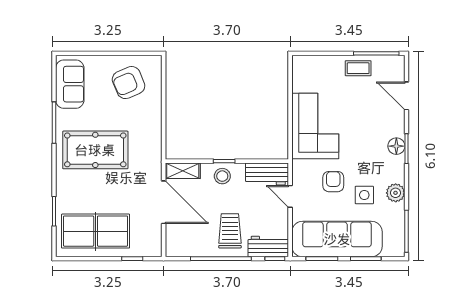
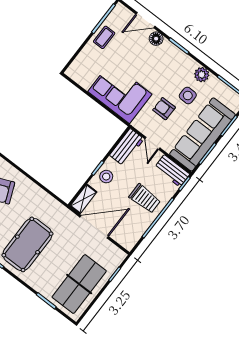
floor lamp: (396, 146) -> (156, 39), moved
door: (290, 196) -> (152, 143), hinge flipped
trolley: (230, 231) -> (145, 198), turned 180
workbench: (268, 247) -> (172, 171), moved, turned -90

